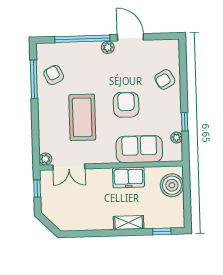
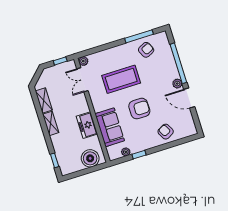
door: (130, 37) -> (189, 98), swing flipped
shelving: (129, 223) -> (51, 123), moved
shelving: (82, 224) -> (44, 101), added

